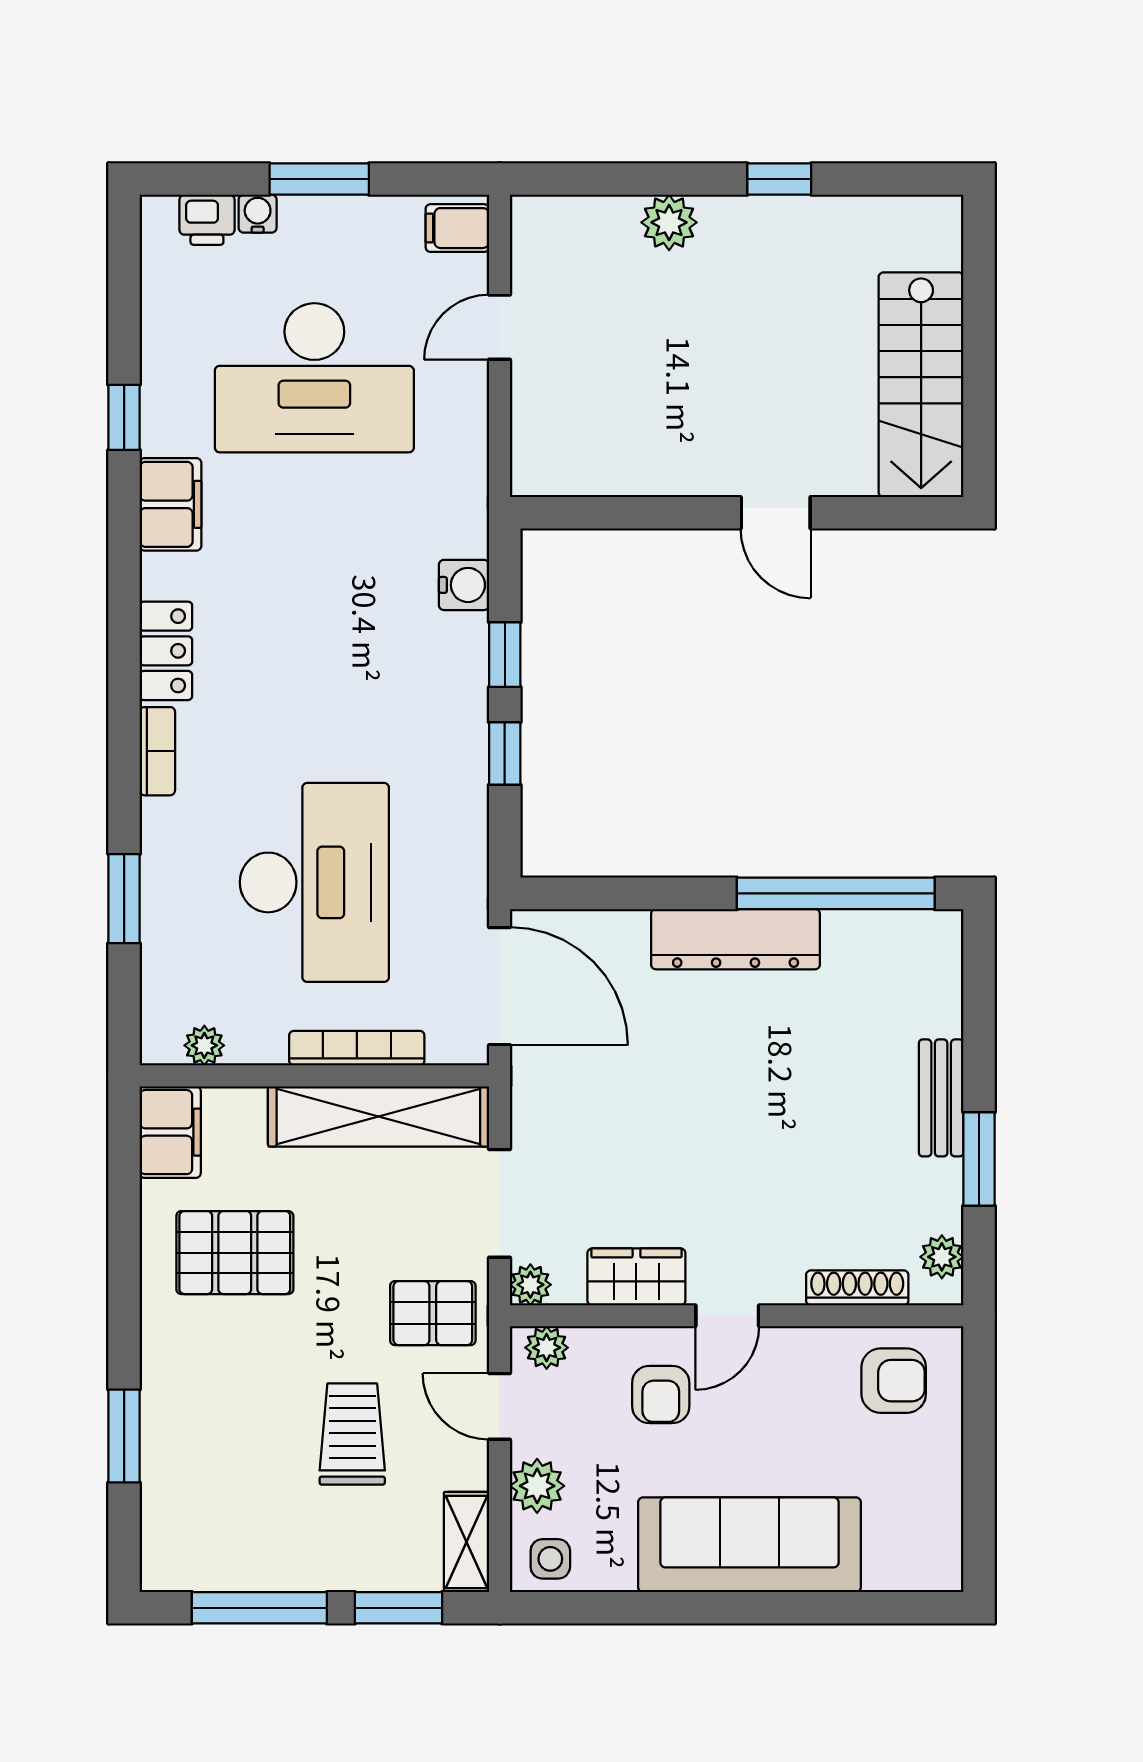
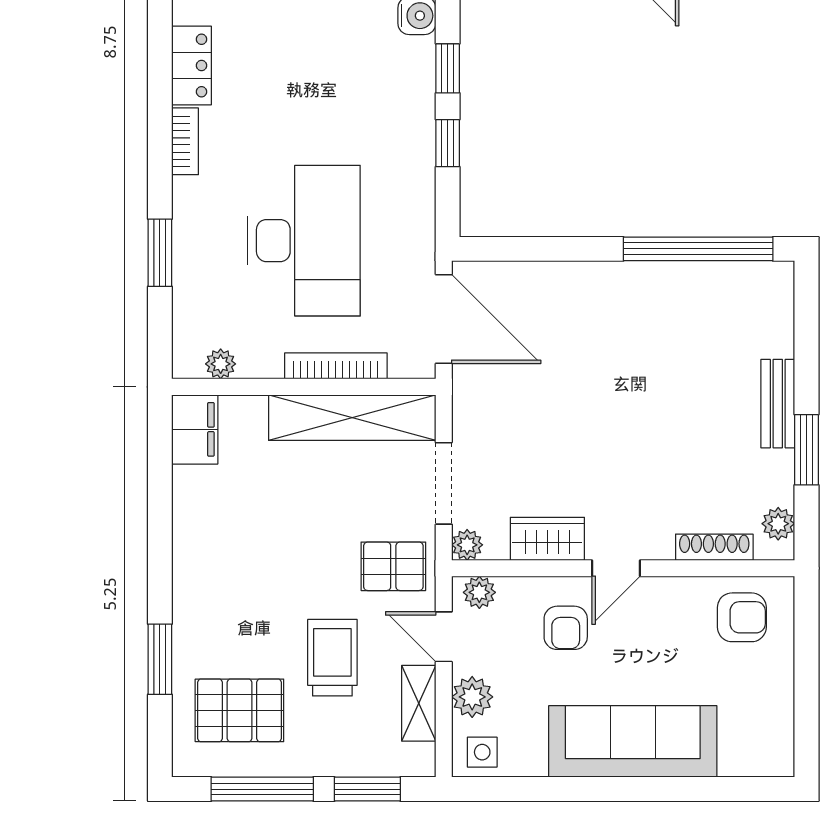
dresser: (736, 939) -> (622, 283), removed
pallet: (235, 1253) -> (239, 710), moved
shelving: (466, 1542) -> (419, 703), moved

